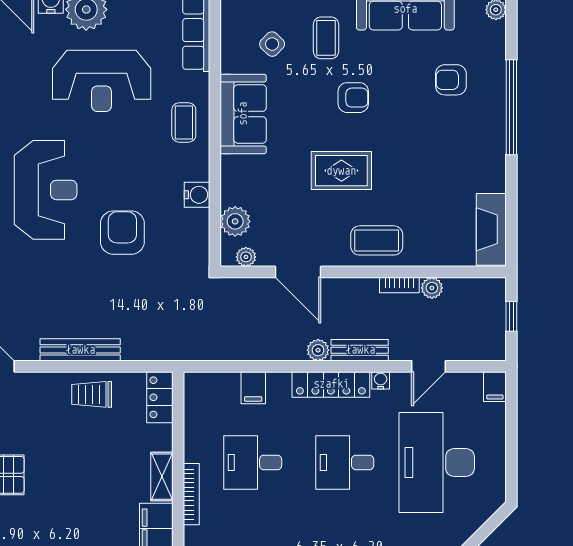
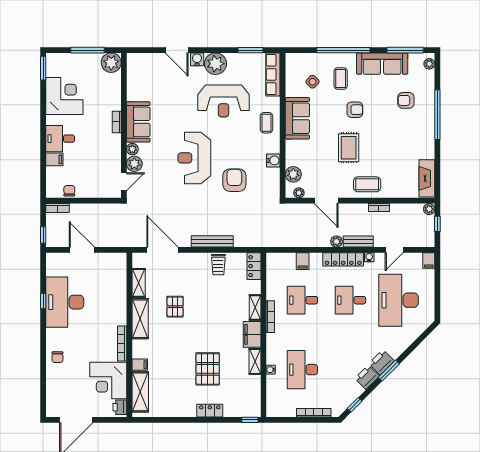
rug: (341, 171) -> (349, 148), turned 90
reception desk: (46, 190) -> (194, 158), turned 180
plant: (432, 288) -> (429, 209), moved
trolley: (92, 394) -> (218, 265), turned -90

